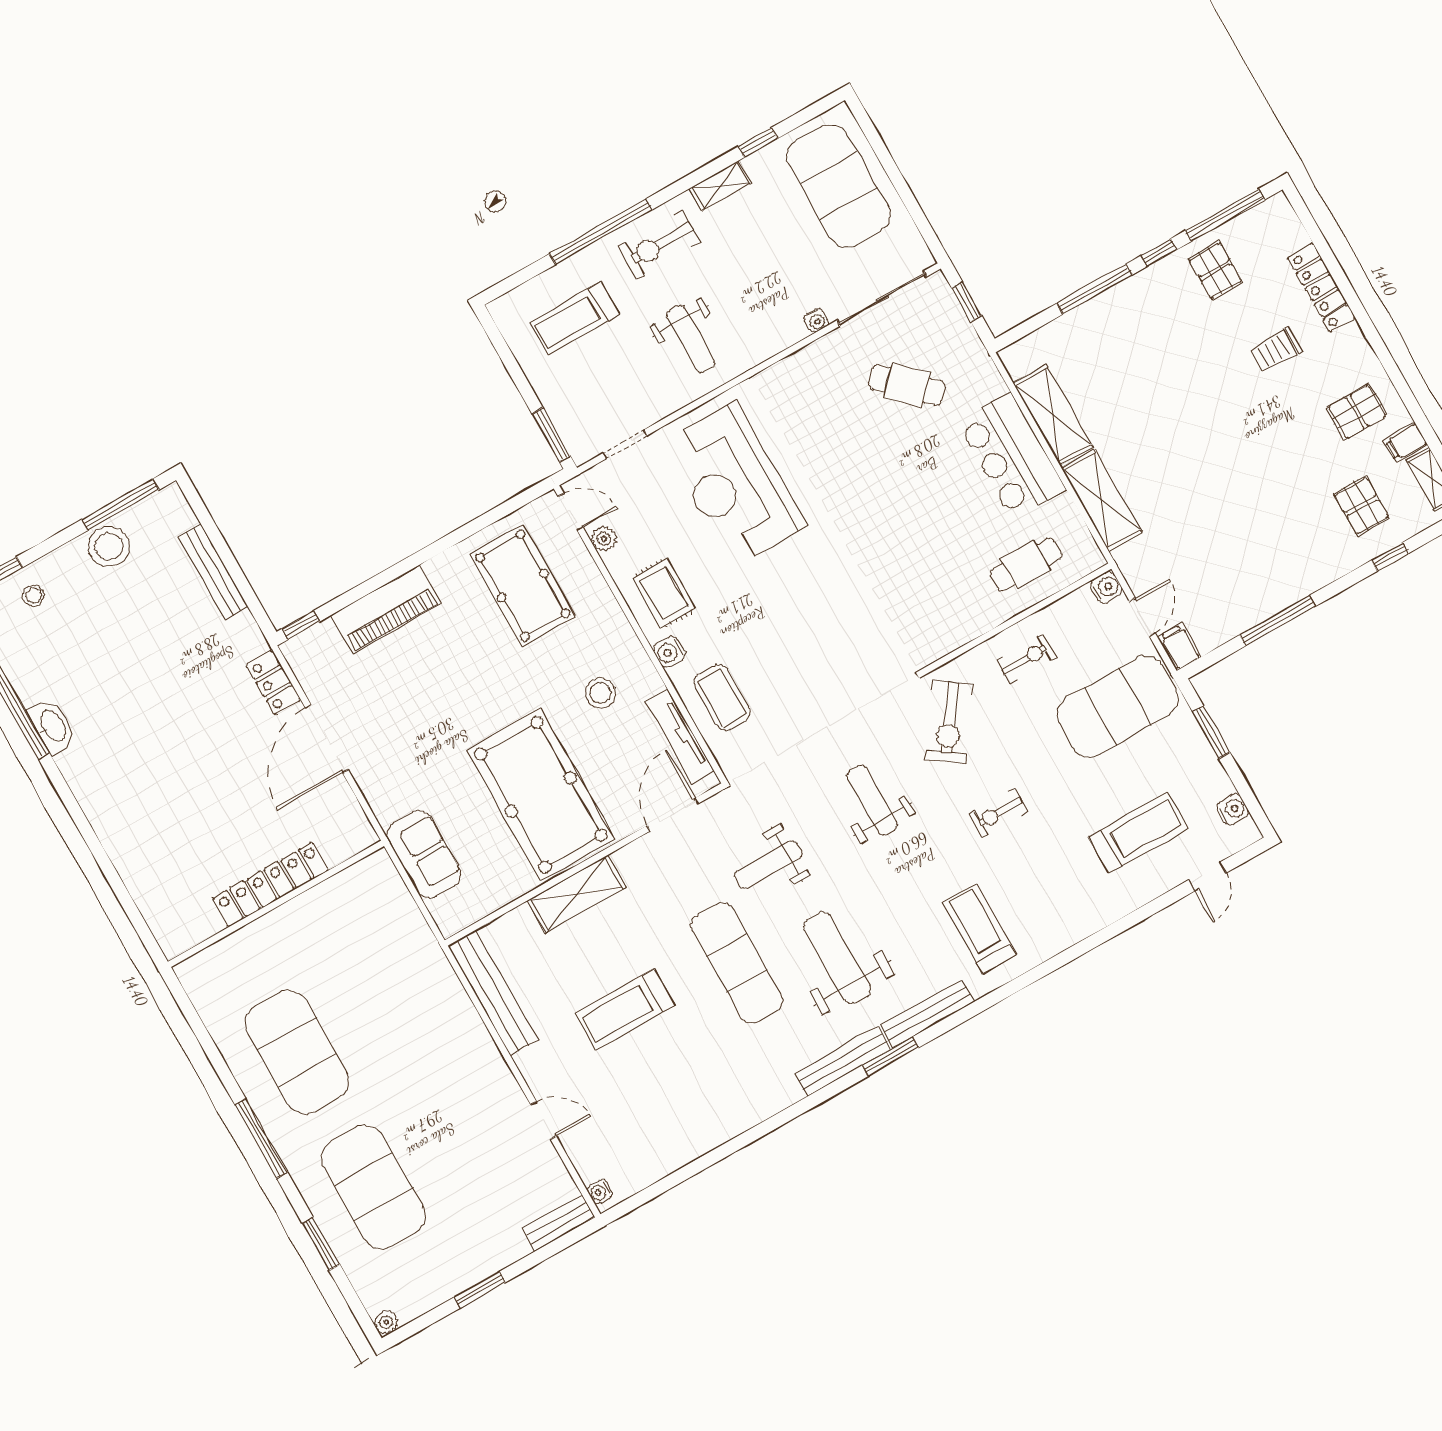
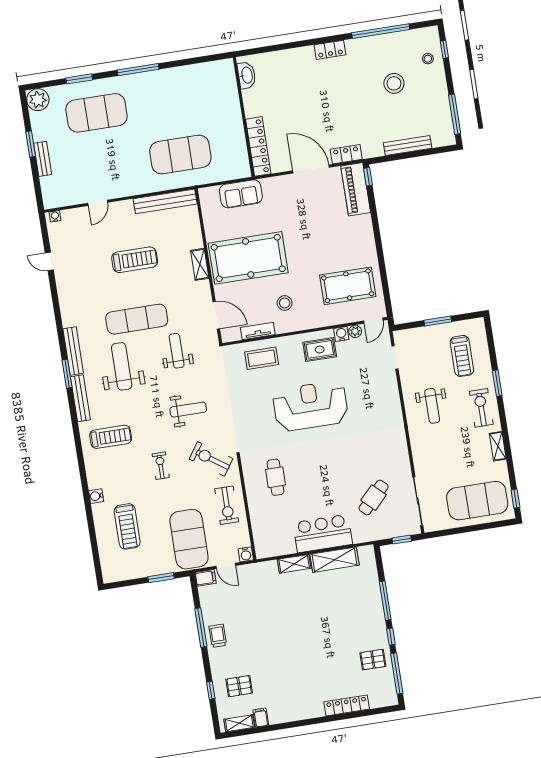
window: (758, 143) -> (515, 499), moved
window: (601, 232) -> (497, 383), width x0.47
treadmill: (574, 318) -> (462, 356), turned 180
water cooler: (816, 320) -> (419, 467), removed
weight bench: (691, 339) -> (432, 406), turned -90
trolley: (1276, 350) -> (218, 636), moved
pallet: (1357, 412) -> (283, 700), removed
window: (551, 435) -> (438, 321), moved
reception desk: (734, 485) -> (310, 406), moved
shelving: (1102, 500) -> (294, 564), width x0.67, depth x0.75
stool: (109, 547) -> (394, 83), moved
cafe table: (1026, 564) -> (276, 477), moved
piano: (386, 609) -> (356, 189), moved
water cooler: (669, 652) -> (341, 334), moved
exercise bike: (1026, 659) -> (227, 505), width x1.38, depth x1.39
washbasin: (52, 726) -> (247, 75), moved, turned -90
tv unit: (680, 736) -> (258, 331), width x0.71
locker: (87, 788) -> (330, 50), added
water cooler: (1233, 809) -> (96, 496), moved, turned 90
door: (1208, 876) -> (49, 261), moved
locker: (271, 884) -> (258, 146), moved
shelving: (576, 894) -> (200, 264), width x0.67, depth x0.75
weight bench: (837, 958) -> (122, 366), turned -90
treadmill: (625, 1009) -> (135, 260), turned 90
exercise mat: (297, 1052) -> (180, 154), moved
bench: (559, 1223) -> (43, 159), moved
plant: (386, 1322) -> (38, 100), width x1.88, depth x1.88

